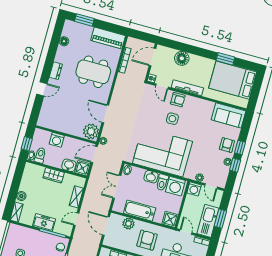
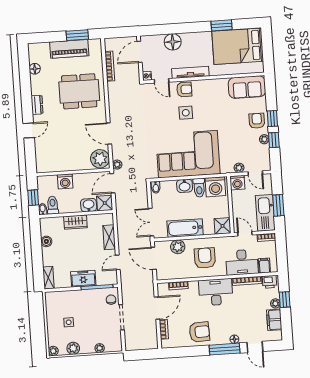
window: (84, 20) -> (77, 35), moved
piano: (108, 38) -> (69, 49), moved
double door: (117, 187) -> (151, 222), moved
boiler: (21, 196) -> (46, 241), moved

